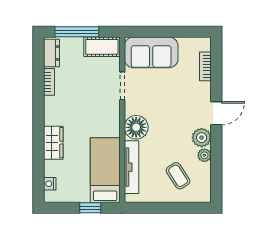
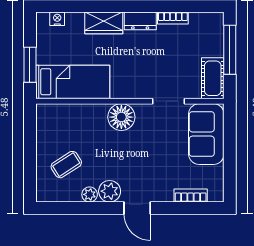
dresser: (52, 53) -> (140, 21), moved
tv unit: (131, 167) -> (76, 112), removed
window: (90, 208) -> (30, 65), width x1.50

